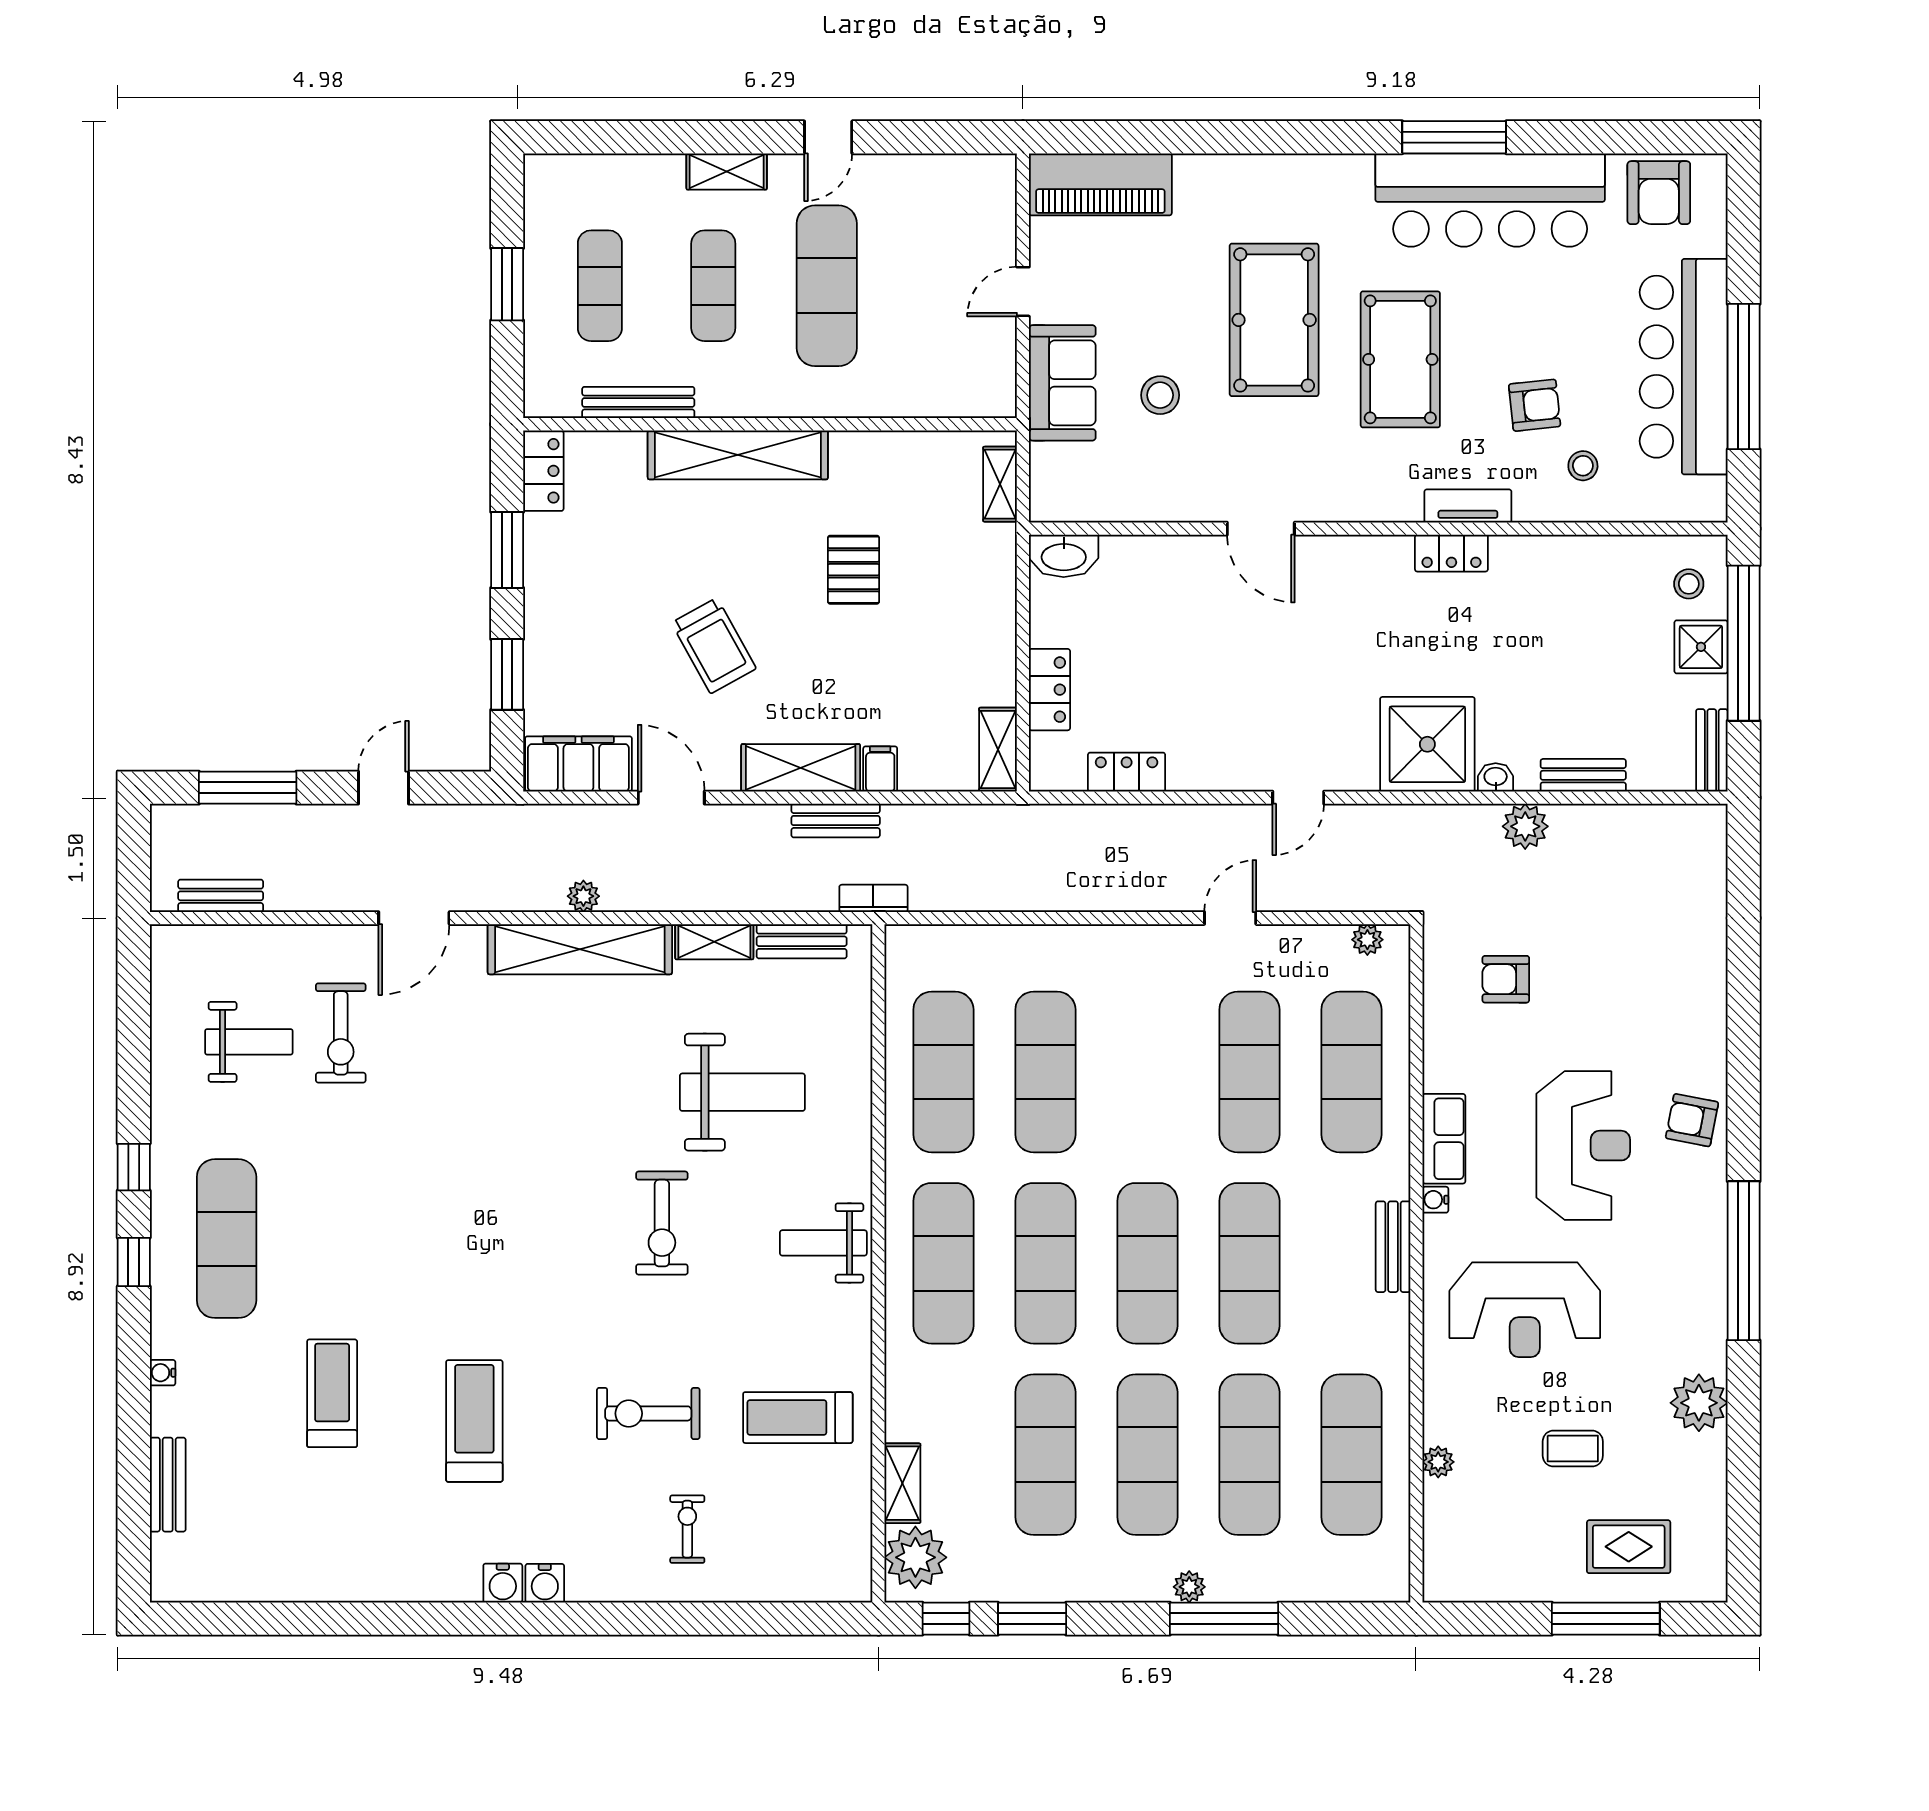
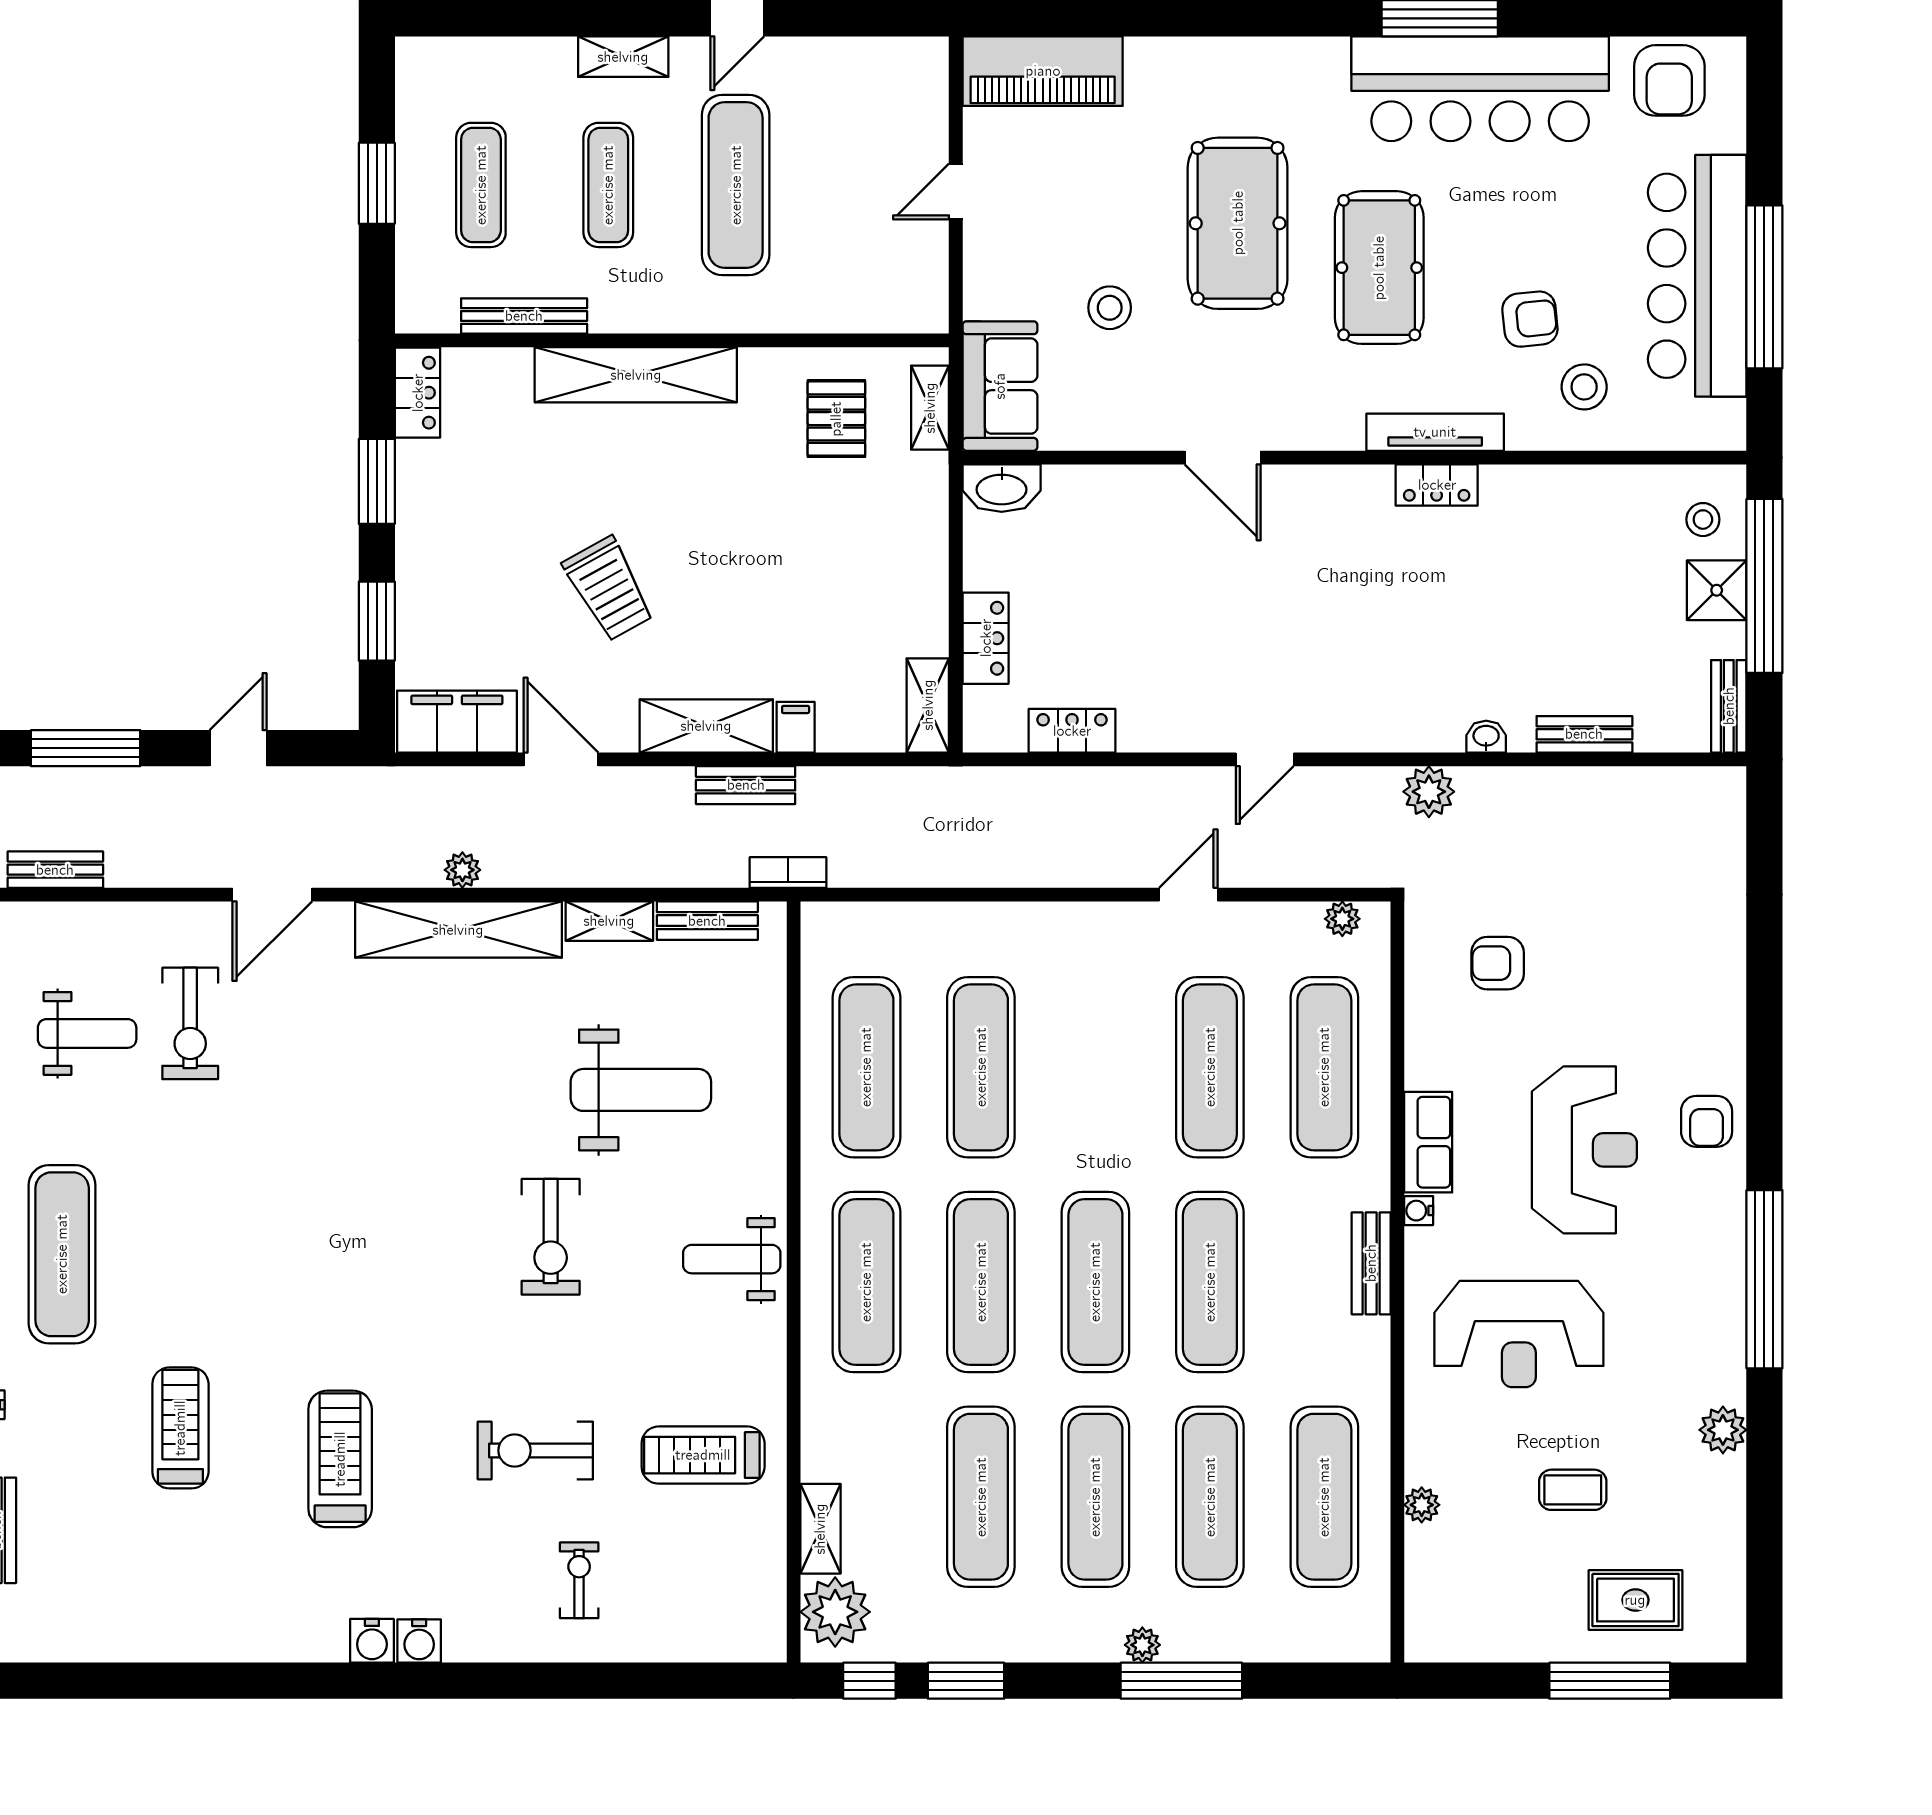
sofa: (1062, 383) -> (1000, 386), moved
stool: (1583, 466) -> (1584, 387), width x1.37, depth x1.37
tv unit: (1468, 506) -> (1435, 432), width x1.41
pallet: (854, 570) -> (836, 419), moved
shower: (1427, 744) -> (1410, 700), removed
plant: (1525, 826) -> (1429, 792), moved
armchair: (1692, 1120) -> (1707, 1121), turned -101
plant: (1699, 1403) -> (1723, 1430), width x0.73, depth x0.73

